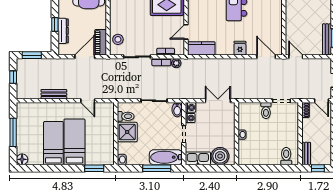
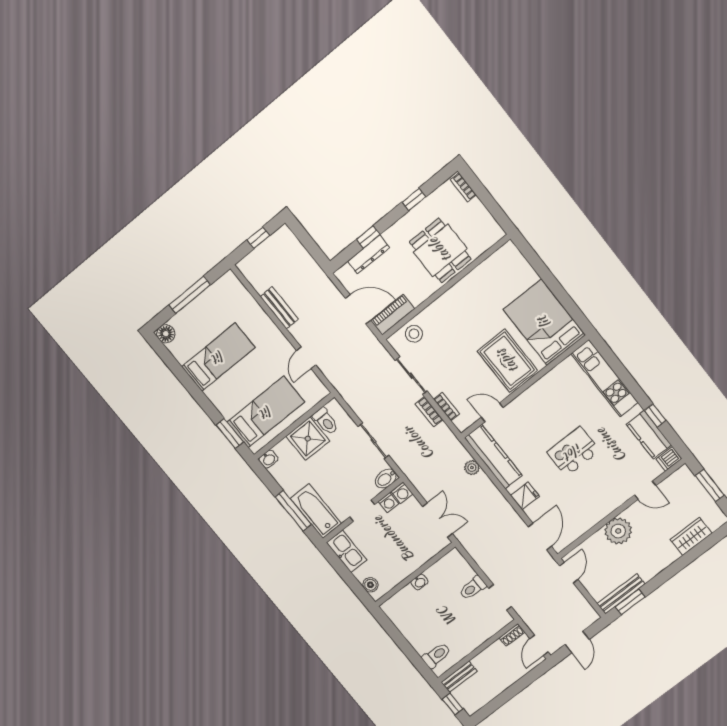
plant: (294, 16) -> (618, 531), added
kitchen counter: (201, 48) -> (493, 457), width x1.50
window: (32, 55) -> (305, 239), removed
plant: (176, 63) -> (472, 468), moved
bed: (74, 142) -> (266, 412), moved
boiler: (220, 156) -> (370, 585), width x0.54, depth x0.54

